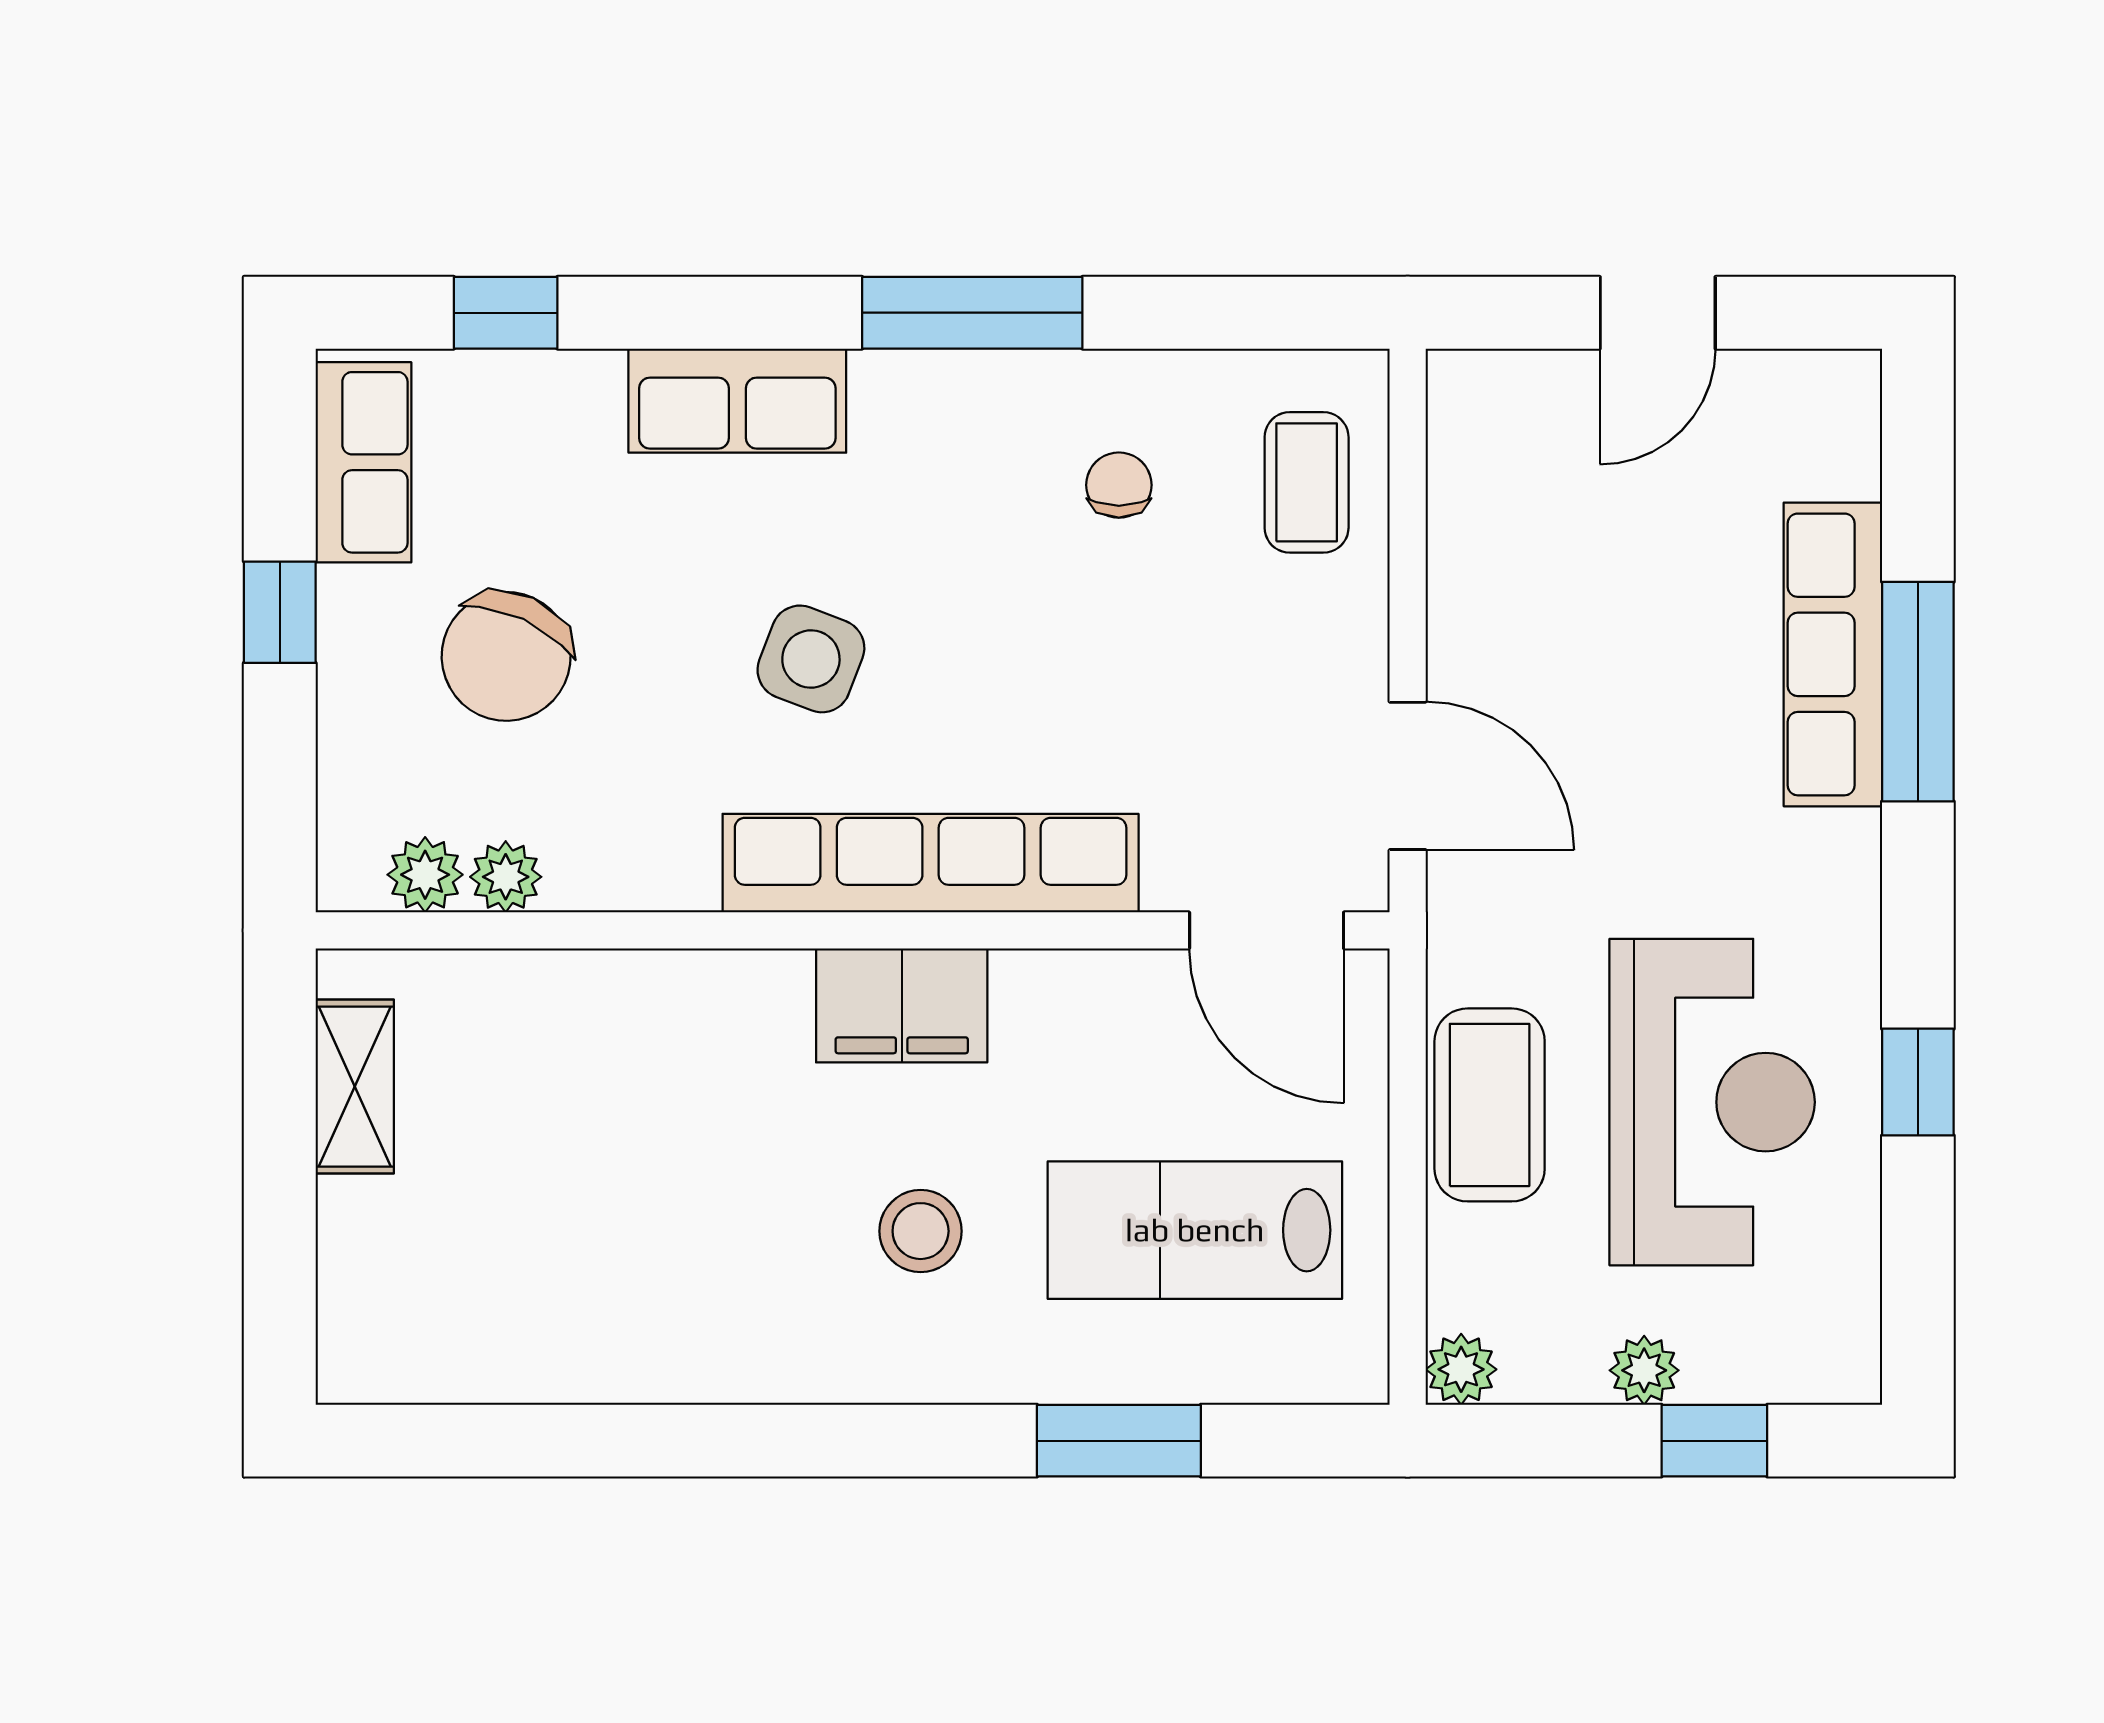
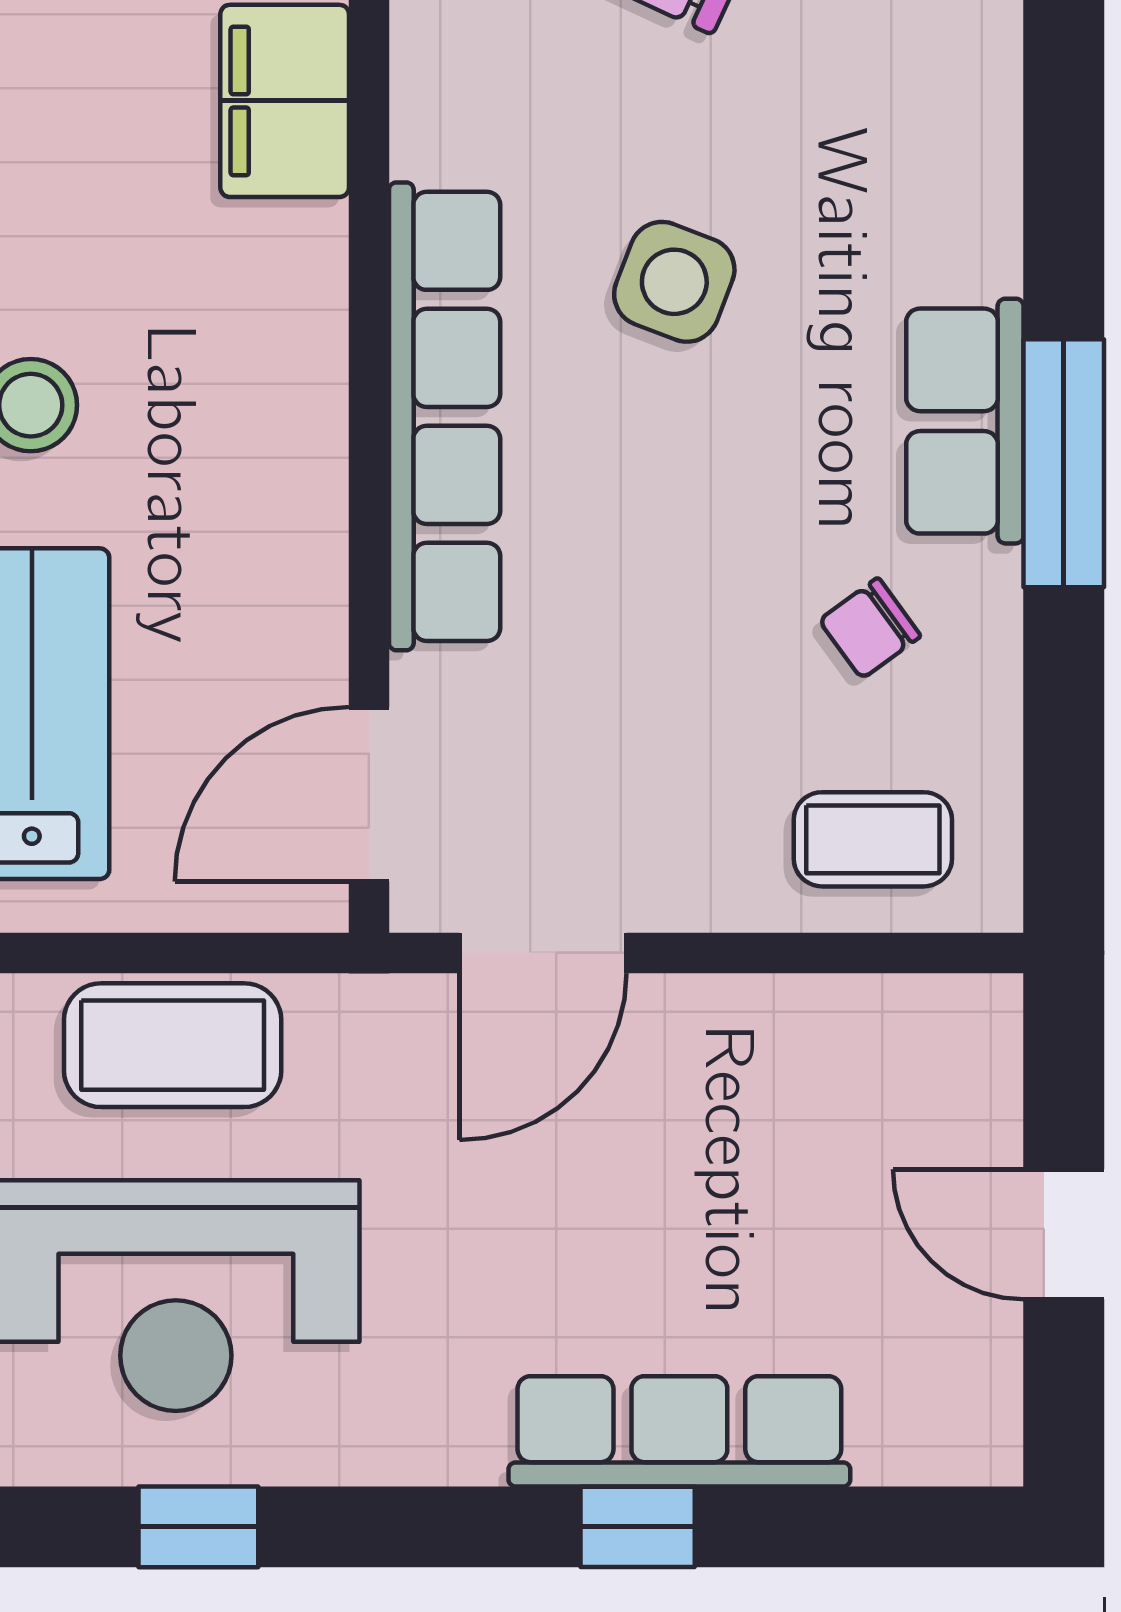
row of seats: (737, 401) -> (965, 421), moved
chair: (1119, 485) -> (870, 628), turned 144
window: (1918, 692) -> (638, 1527), width x0.46
filing cabinet: (902, 1005) -> (285, 101), moved

